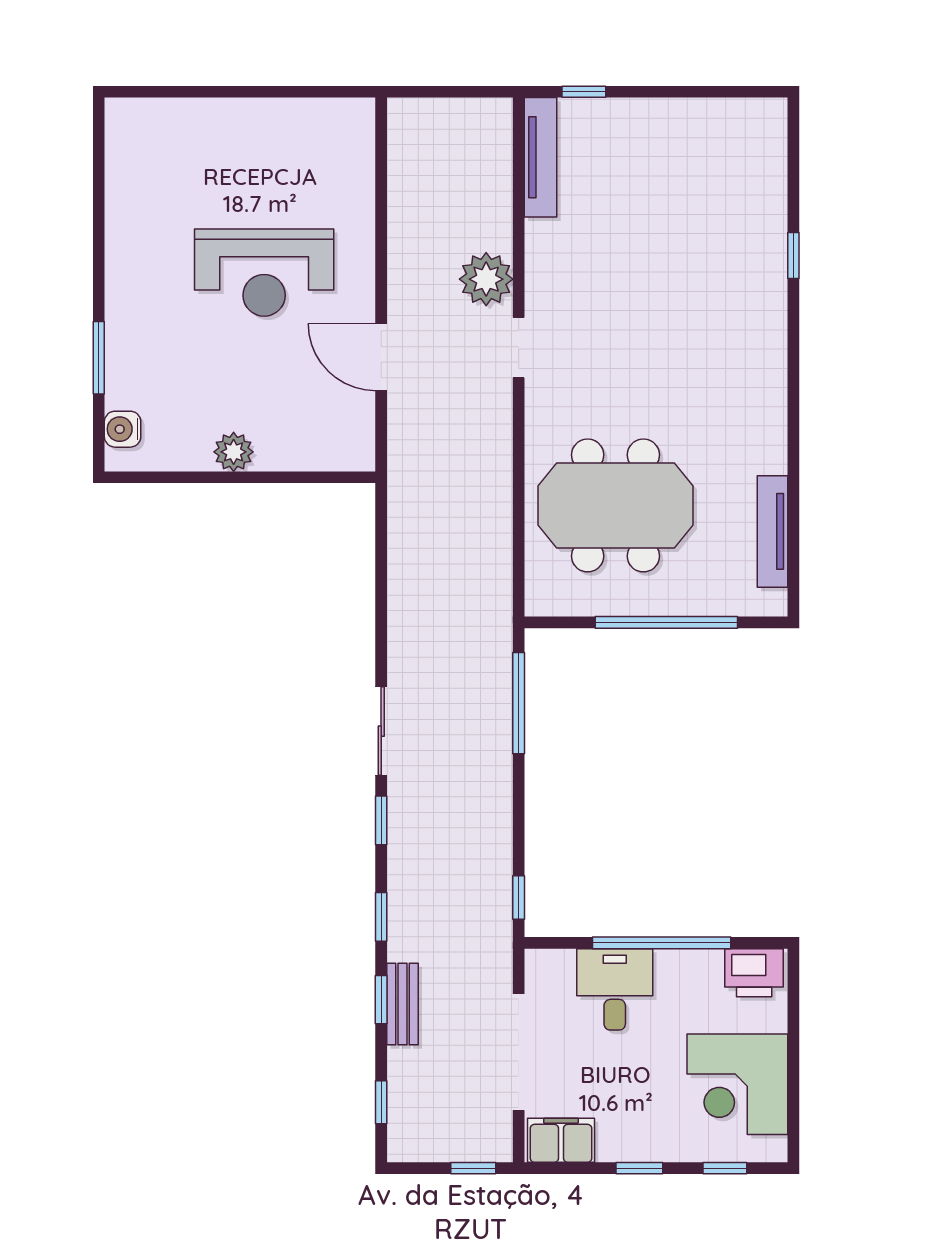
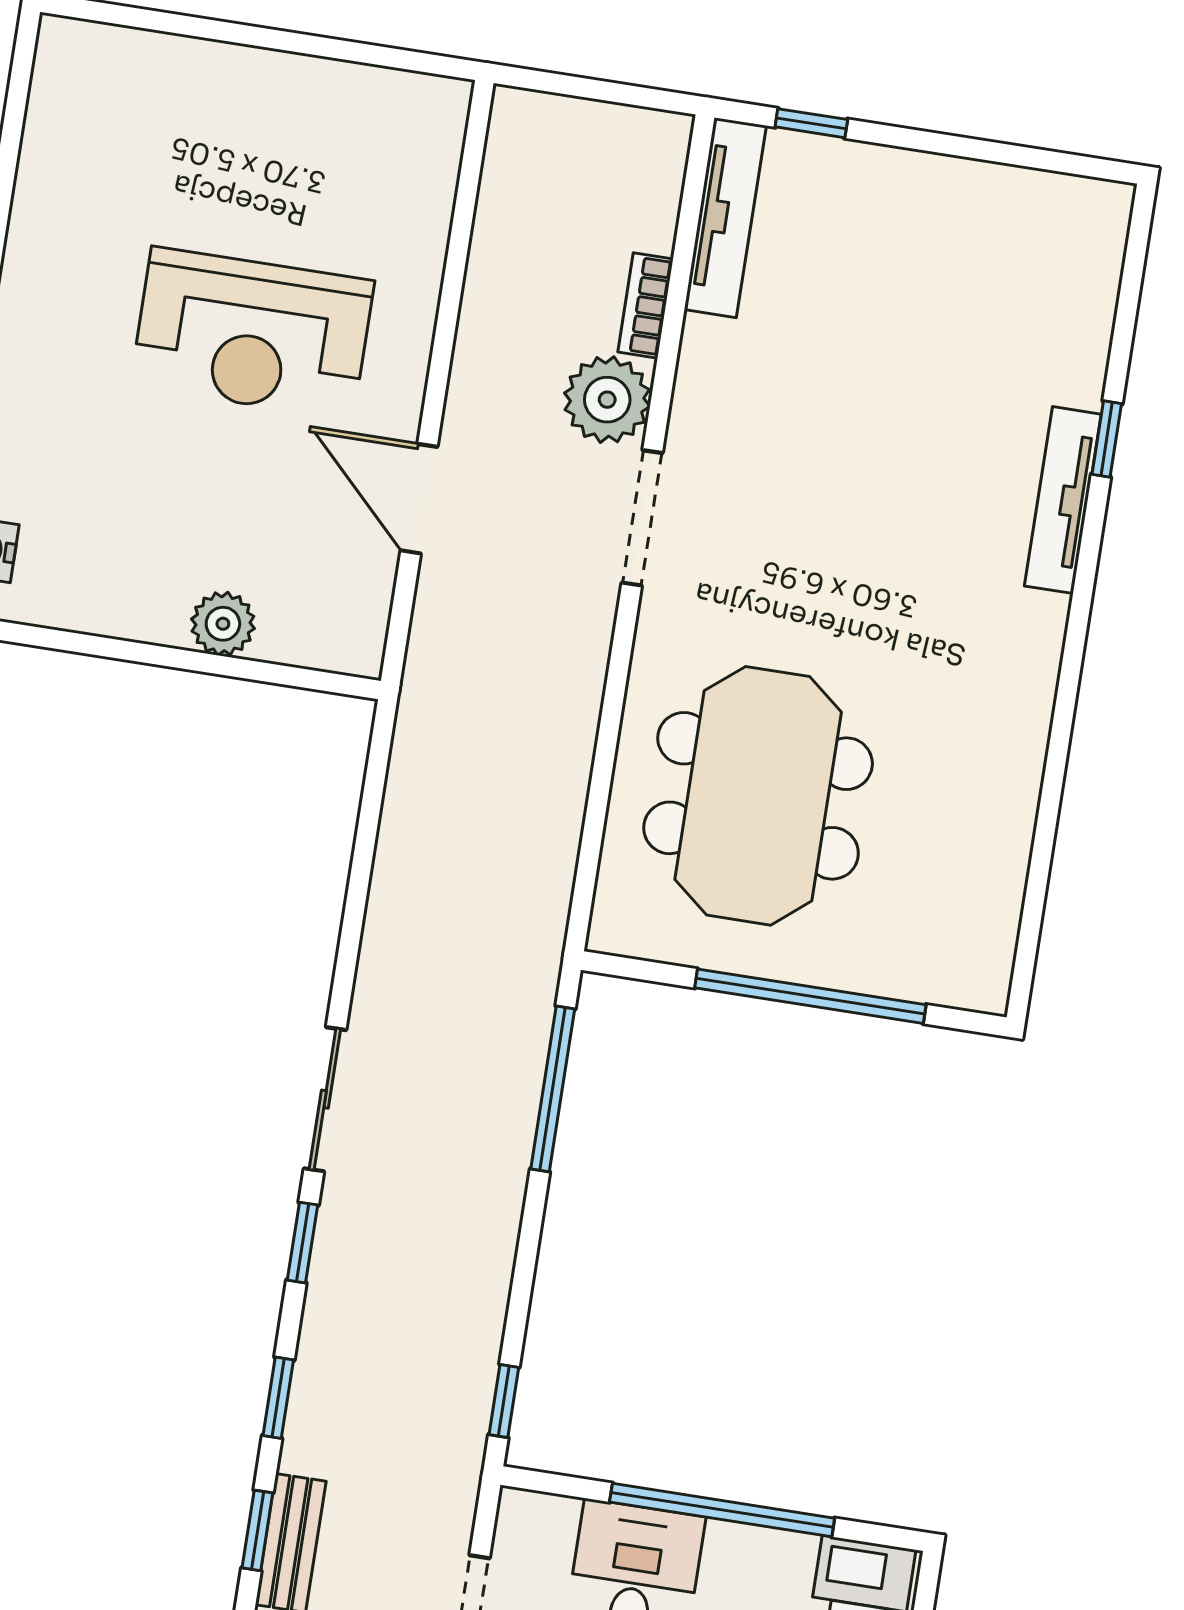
bookcase: (500, 218) -> (646, 306), added
doorway: (519, 348) -> (642, 518), width x1.38
plant: (234, 452) -> (223, 624), moved
meeting table: (615, 505) -> (758, 796), turned 90
tv unit: (773, 531) -> (1063, 500), moved

